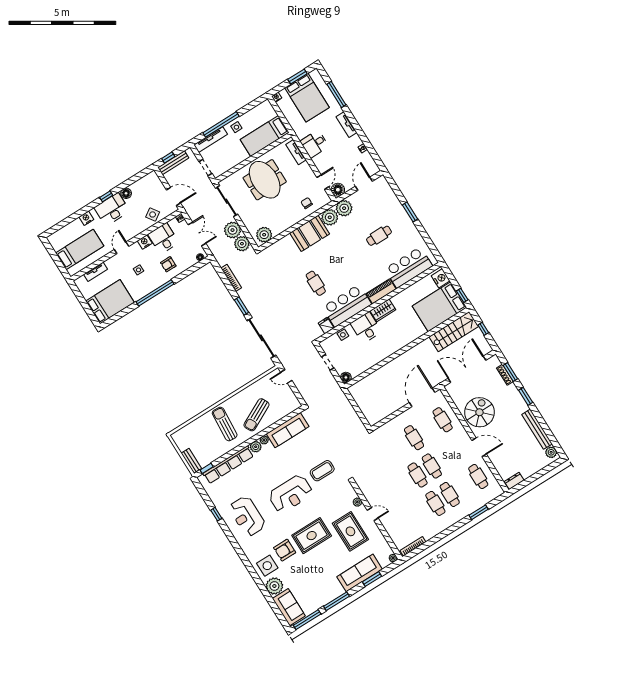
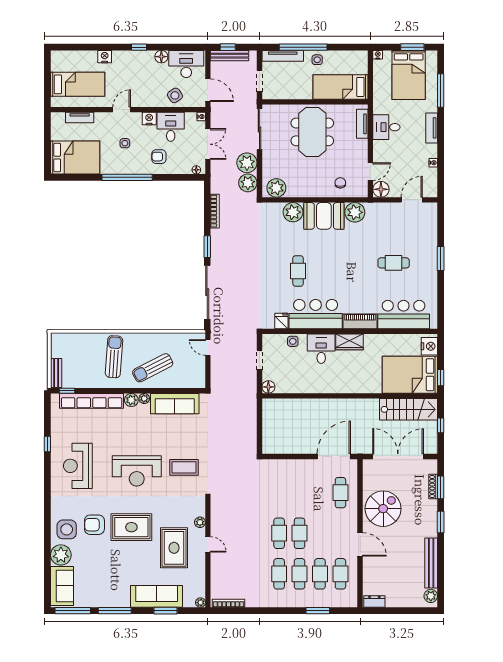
plant: (344, 208) -> (293, 212), moved
desk: (112, 209) -> (186, 64), moved
cafe table: (414, 438) -> (320, 574), moved

